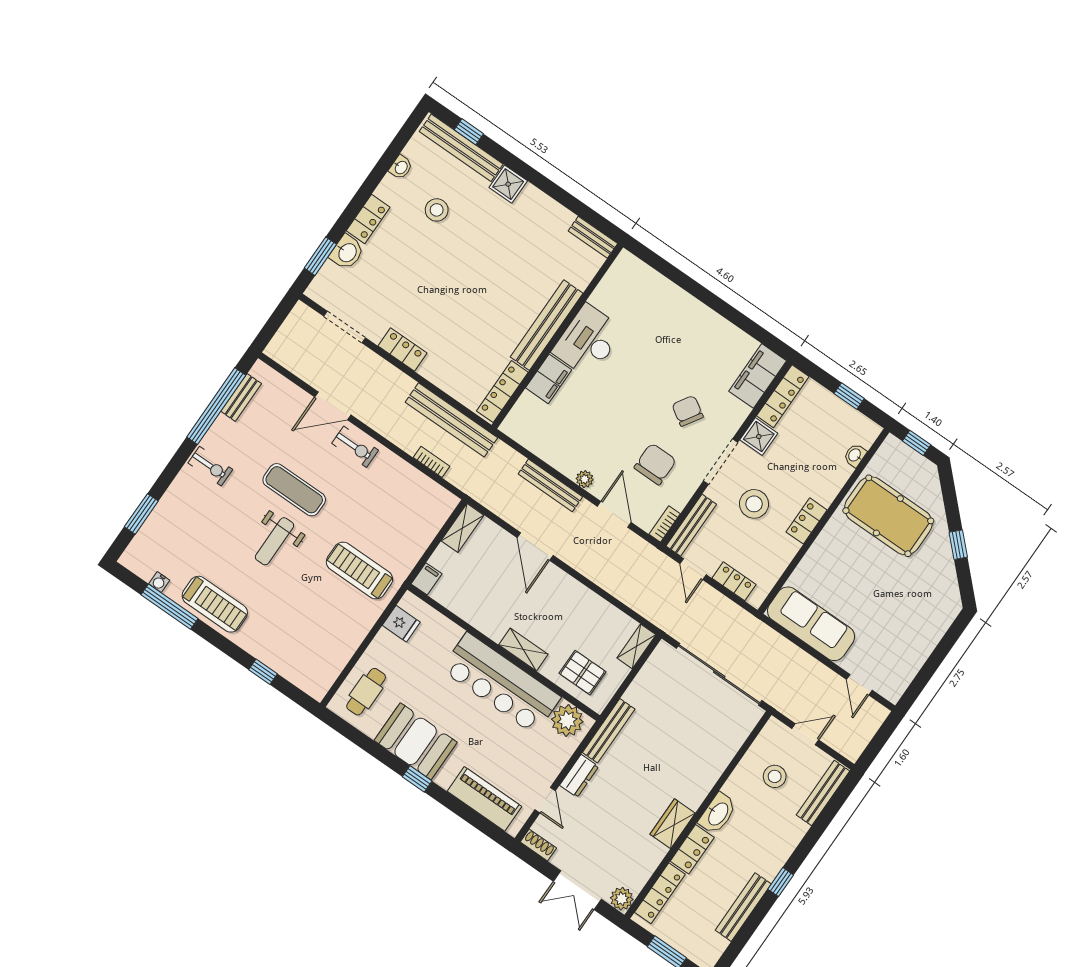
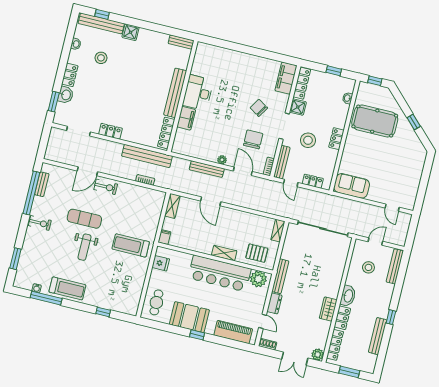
sofa: (811, 624) -> (352, 186), width x0.73

